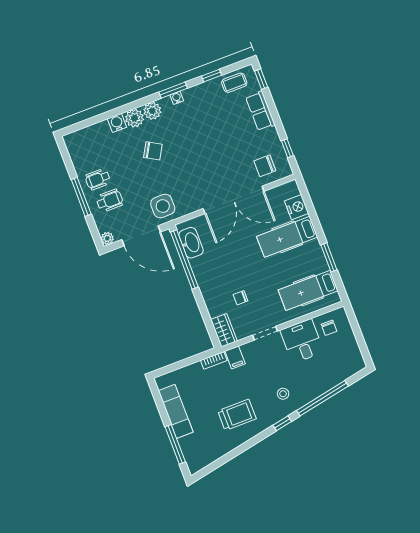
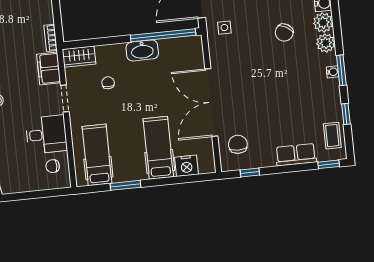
side table: (163, 206) -> (224, 28), width x0.54, depth x0.54
washbasin: (191, 243) -> (142, 50), moved
filing cabinet: (235, 357) -> (49, 68), width x2.00

